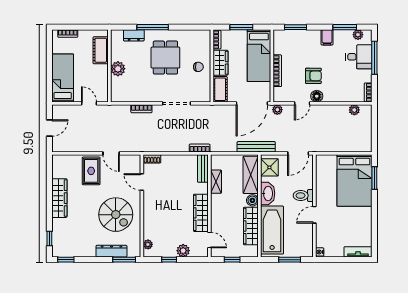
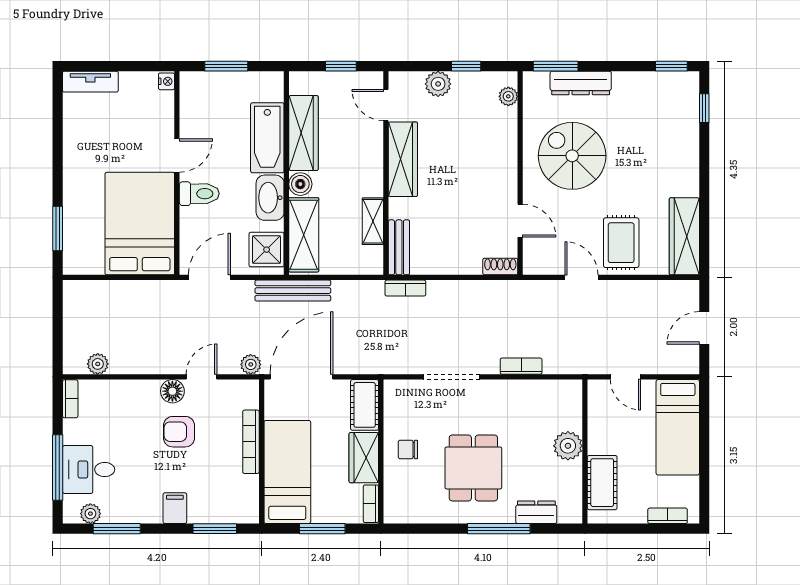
filing cabinet: (327, 37) -> (175, 508), moved
bed: (355, 180) -> (140, 224), moved
wardrobe: (59, 198) -> (684, 236), moved
bathtub: (272, 230) -> (267, 138), width x0.73, depth x0.73

